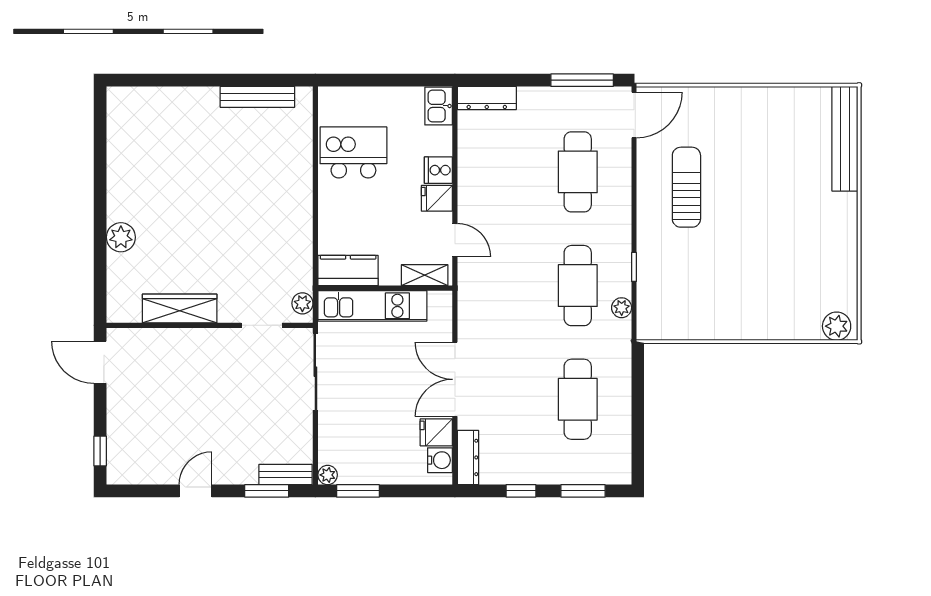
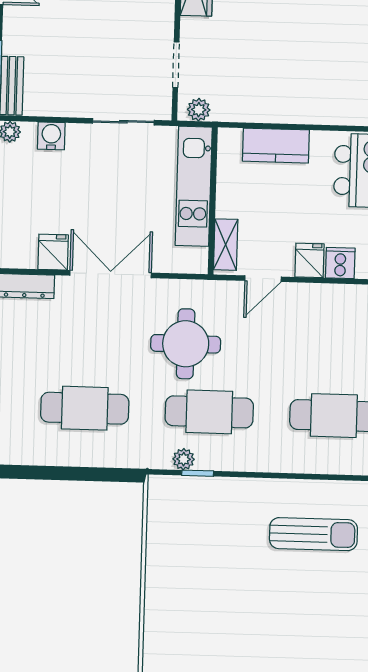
window: (634, 267) -> (198, 473), moved
kitchen counter: (348, 270) -> (276, 146), moved, turned 90
round table: (516, 309) -> (186, 344), added
sliding door: (315, 372) -> (123, 122), width x0.73
water cooler: (440, 460) -> (51, 136), moved, turned 180

